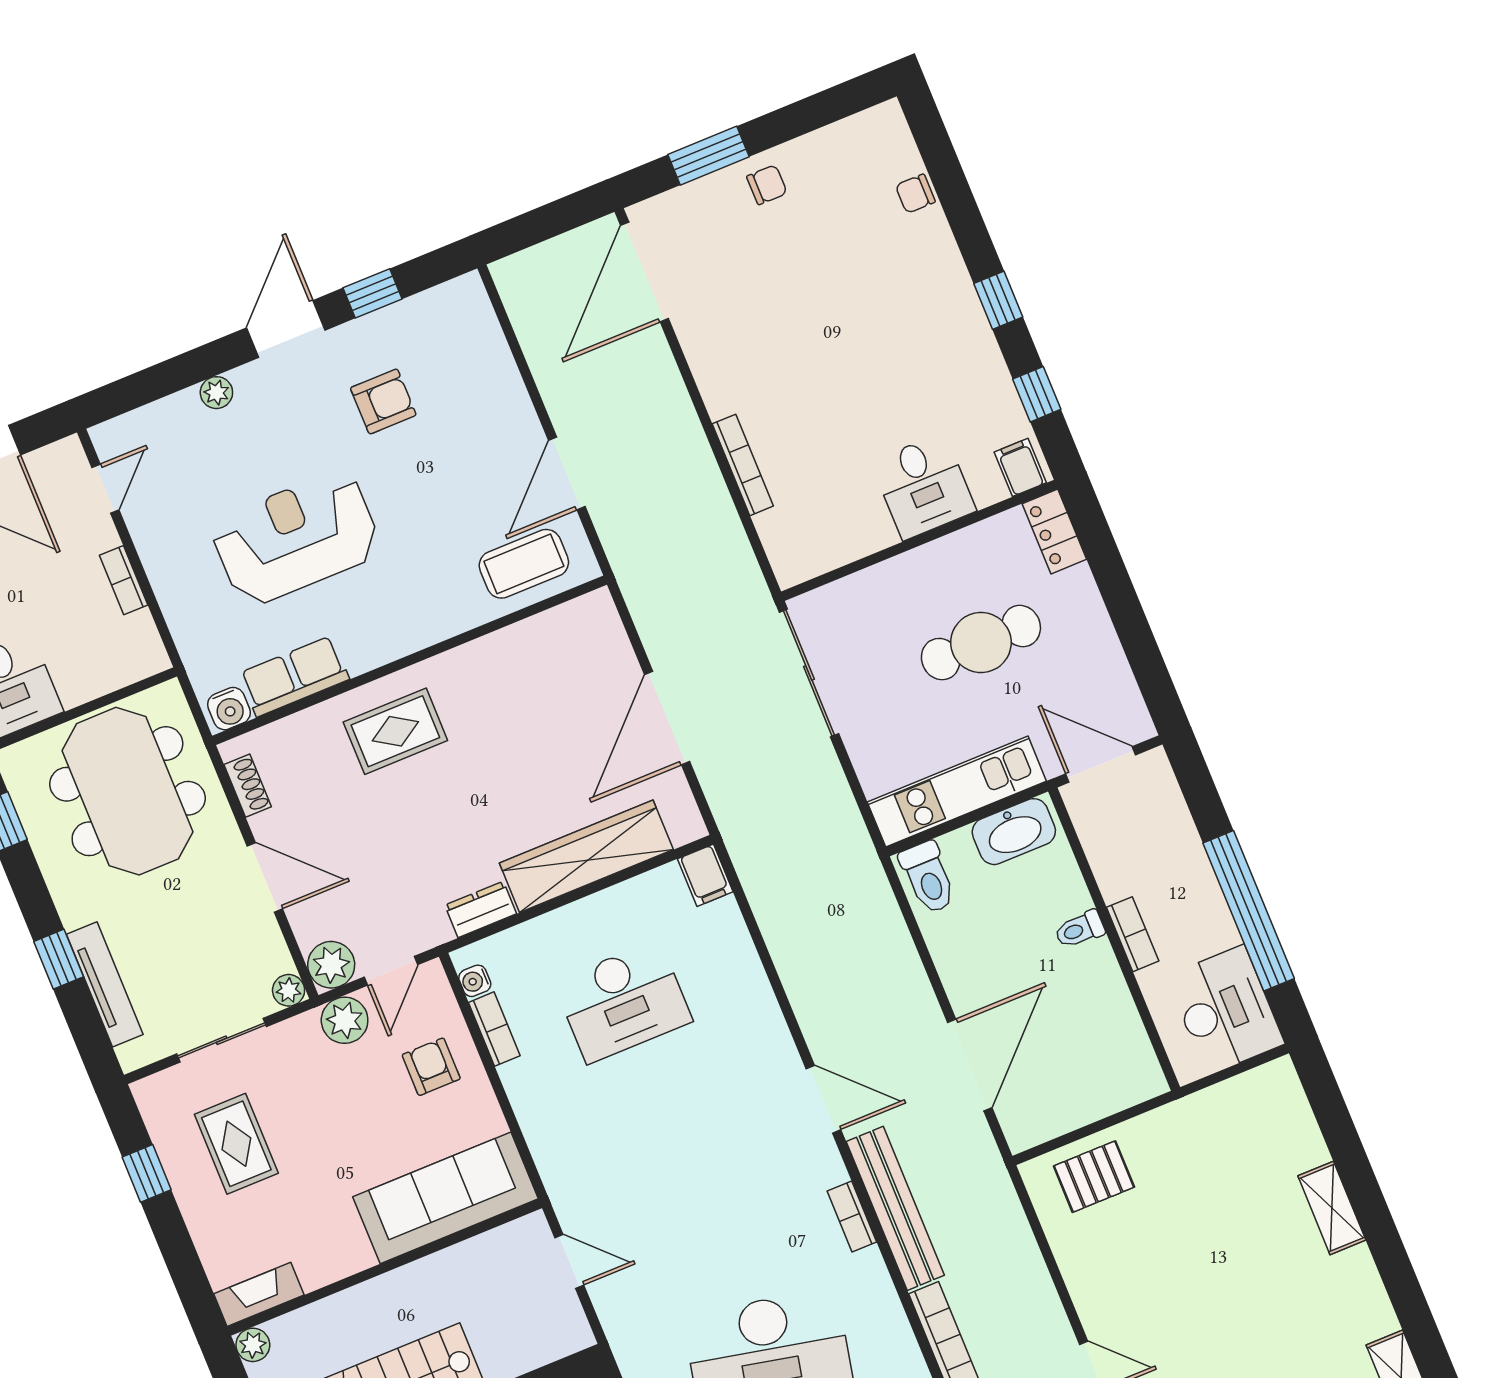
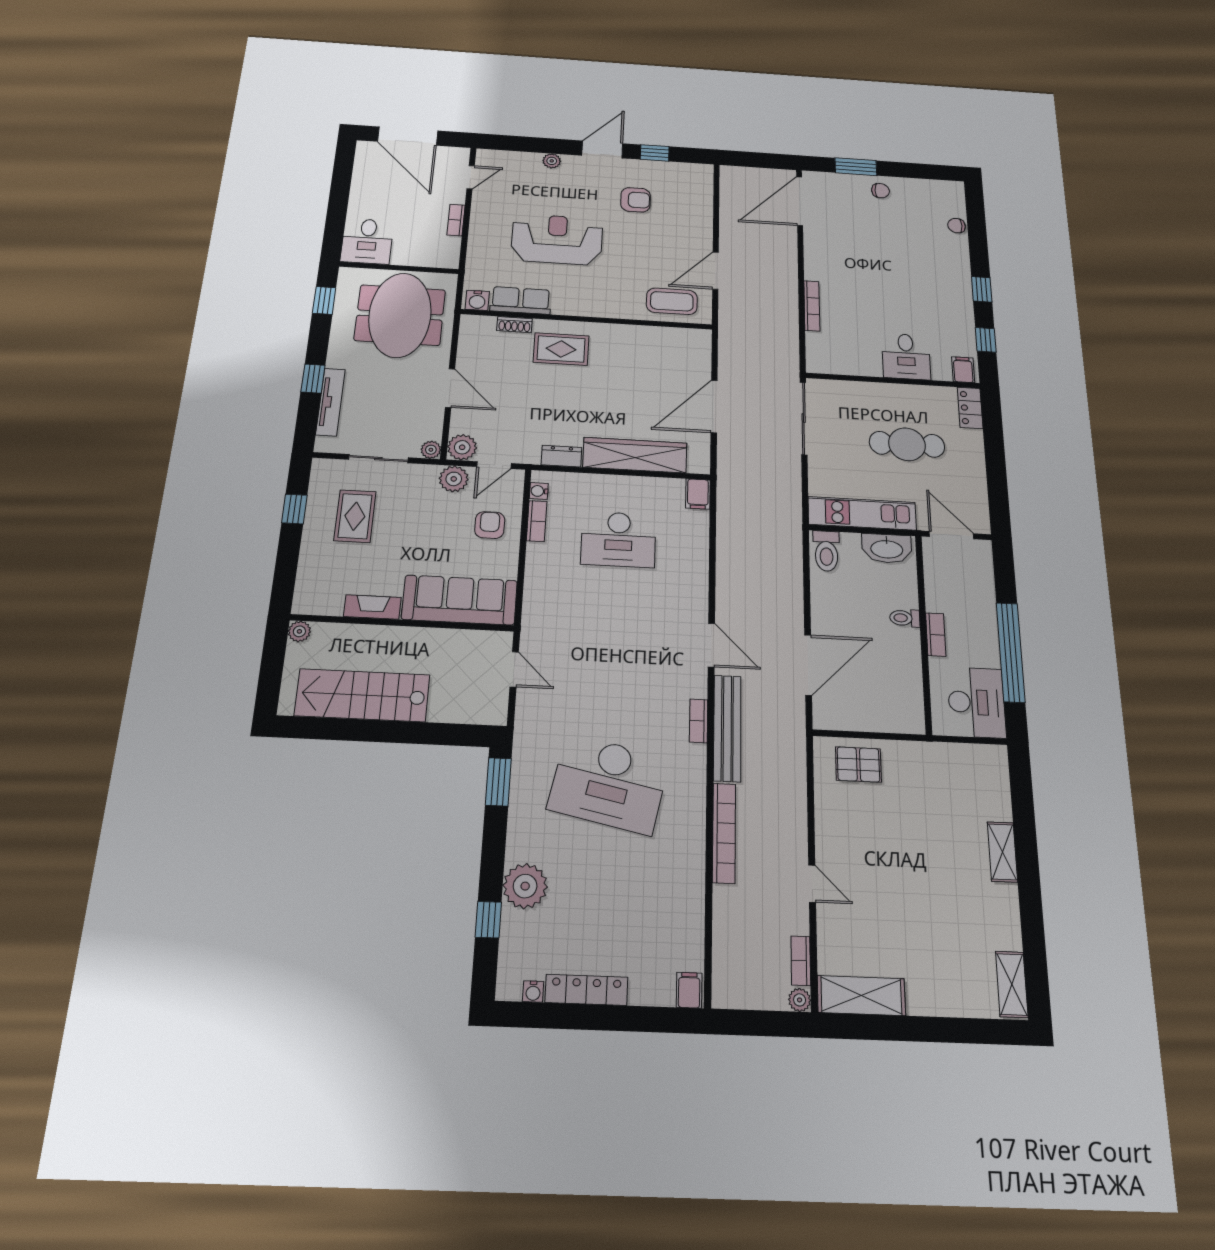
shoe rack: (248, 786) -> (515, 325), moved, turned 90
fireplace: (259, 1294) -> (372, 607), moved

